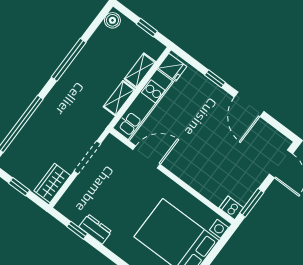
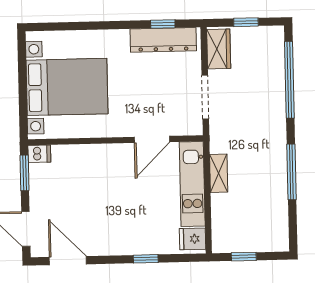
boiler: (112, 20) -> (280, 239), removed
shelving: (140, 70) -> (219, 213), removed
door: (249, 104) -> (68, 261), moved
dresser: (95, 229) -> (163, 40), width x1.96, depth x1.24

